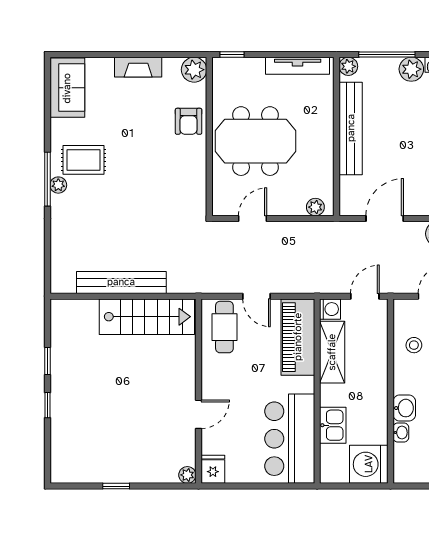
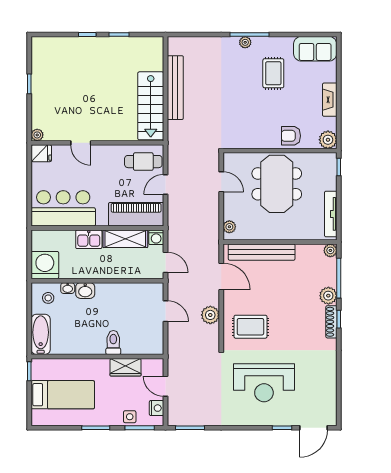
bench: (351, 128) -> (262, 252), moved
rug: (83, 160) -> (273, 73), moved
stool: (414, 345) -> (48, 298), moved
kitchen sink: (333, 425) -> (89, 239), moved

